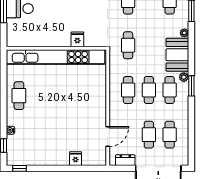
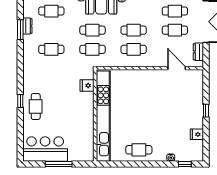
fridge: (77, 39) -> (87, 86), moved
cafe table: (170, 90) -> (92, 30), moved
fridge: (75, 159) -> (197, 134), moved
window: (20, 168) -> (206, 111), moved

